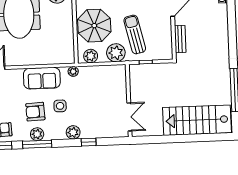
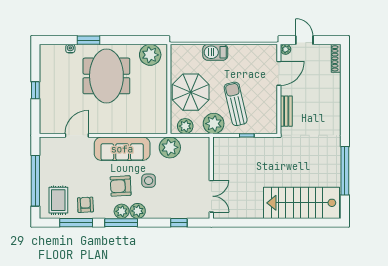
plant: (73, 71) -> (170, 147), width x1.87, depth x1.87
sofa: (42, 78) -> (122, 149), width x1.36
wall: (129, 101) -> (211, 178), moved
double door: (129, 117) -> (211, 196), moved
plant: (73, 132) -> (138, 211), moved

